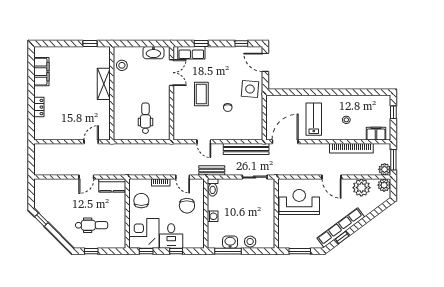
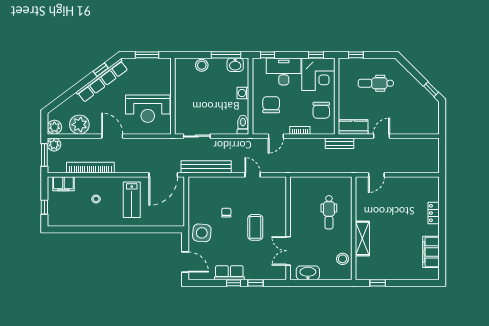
window: (241, 43) -> (234, 283), moved
row of seats: (191, 53) -> (229, 273), moved
dental chair: (145, 118) -> (329, 212), moved
bench: (212, 171) -> (339, 143), moved
door: (183, 177) -> (276, 136), swing flipped
desk: (171, 236) -> (284, 71), width x1.37
washbasin: (230, 242) -> (235, 65), moved
window: (91, 251) -> (356, 55), moved
window: (176, 251) -> (268, 55), moved

